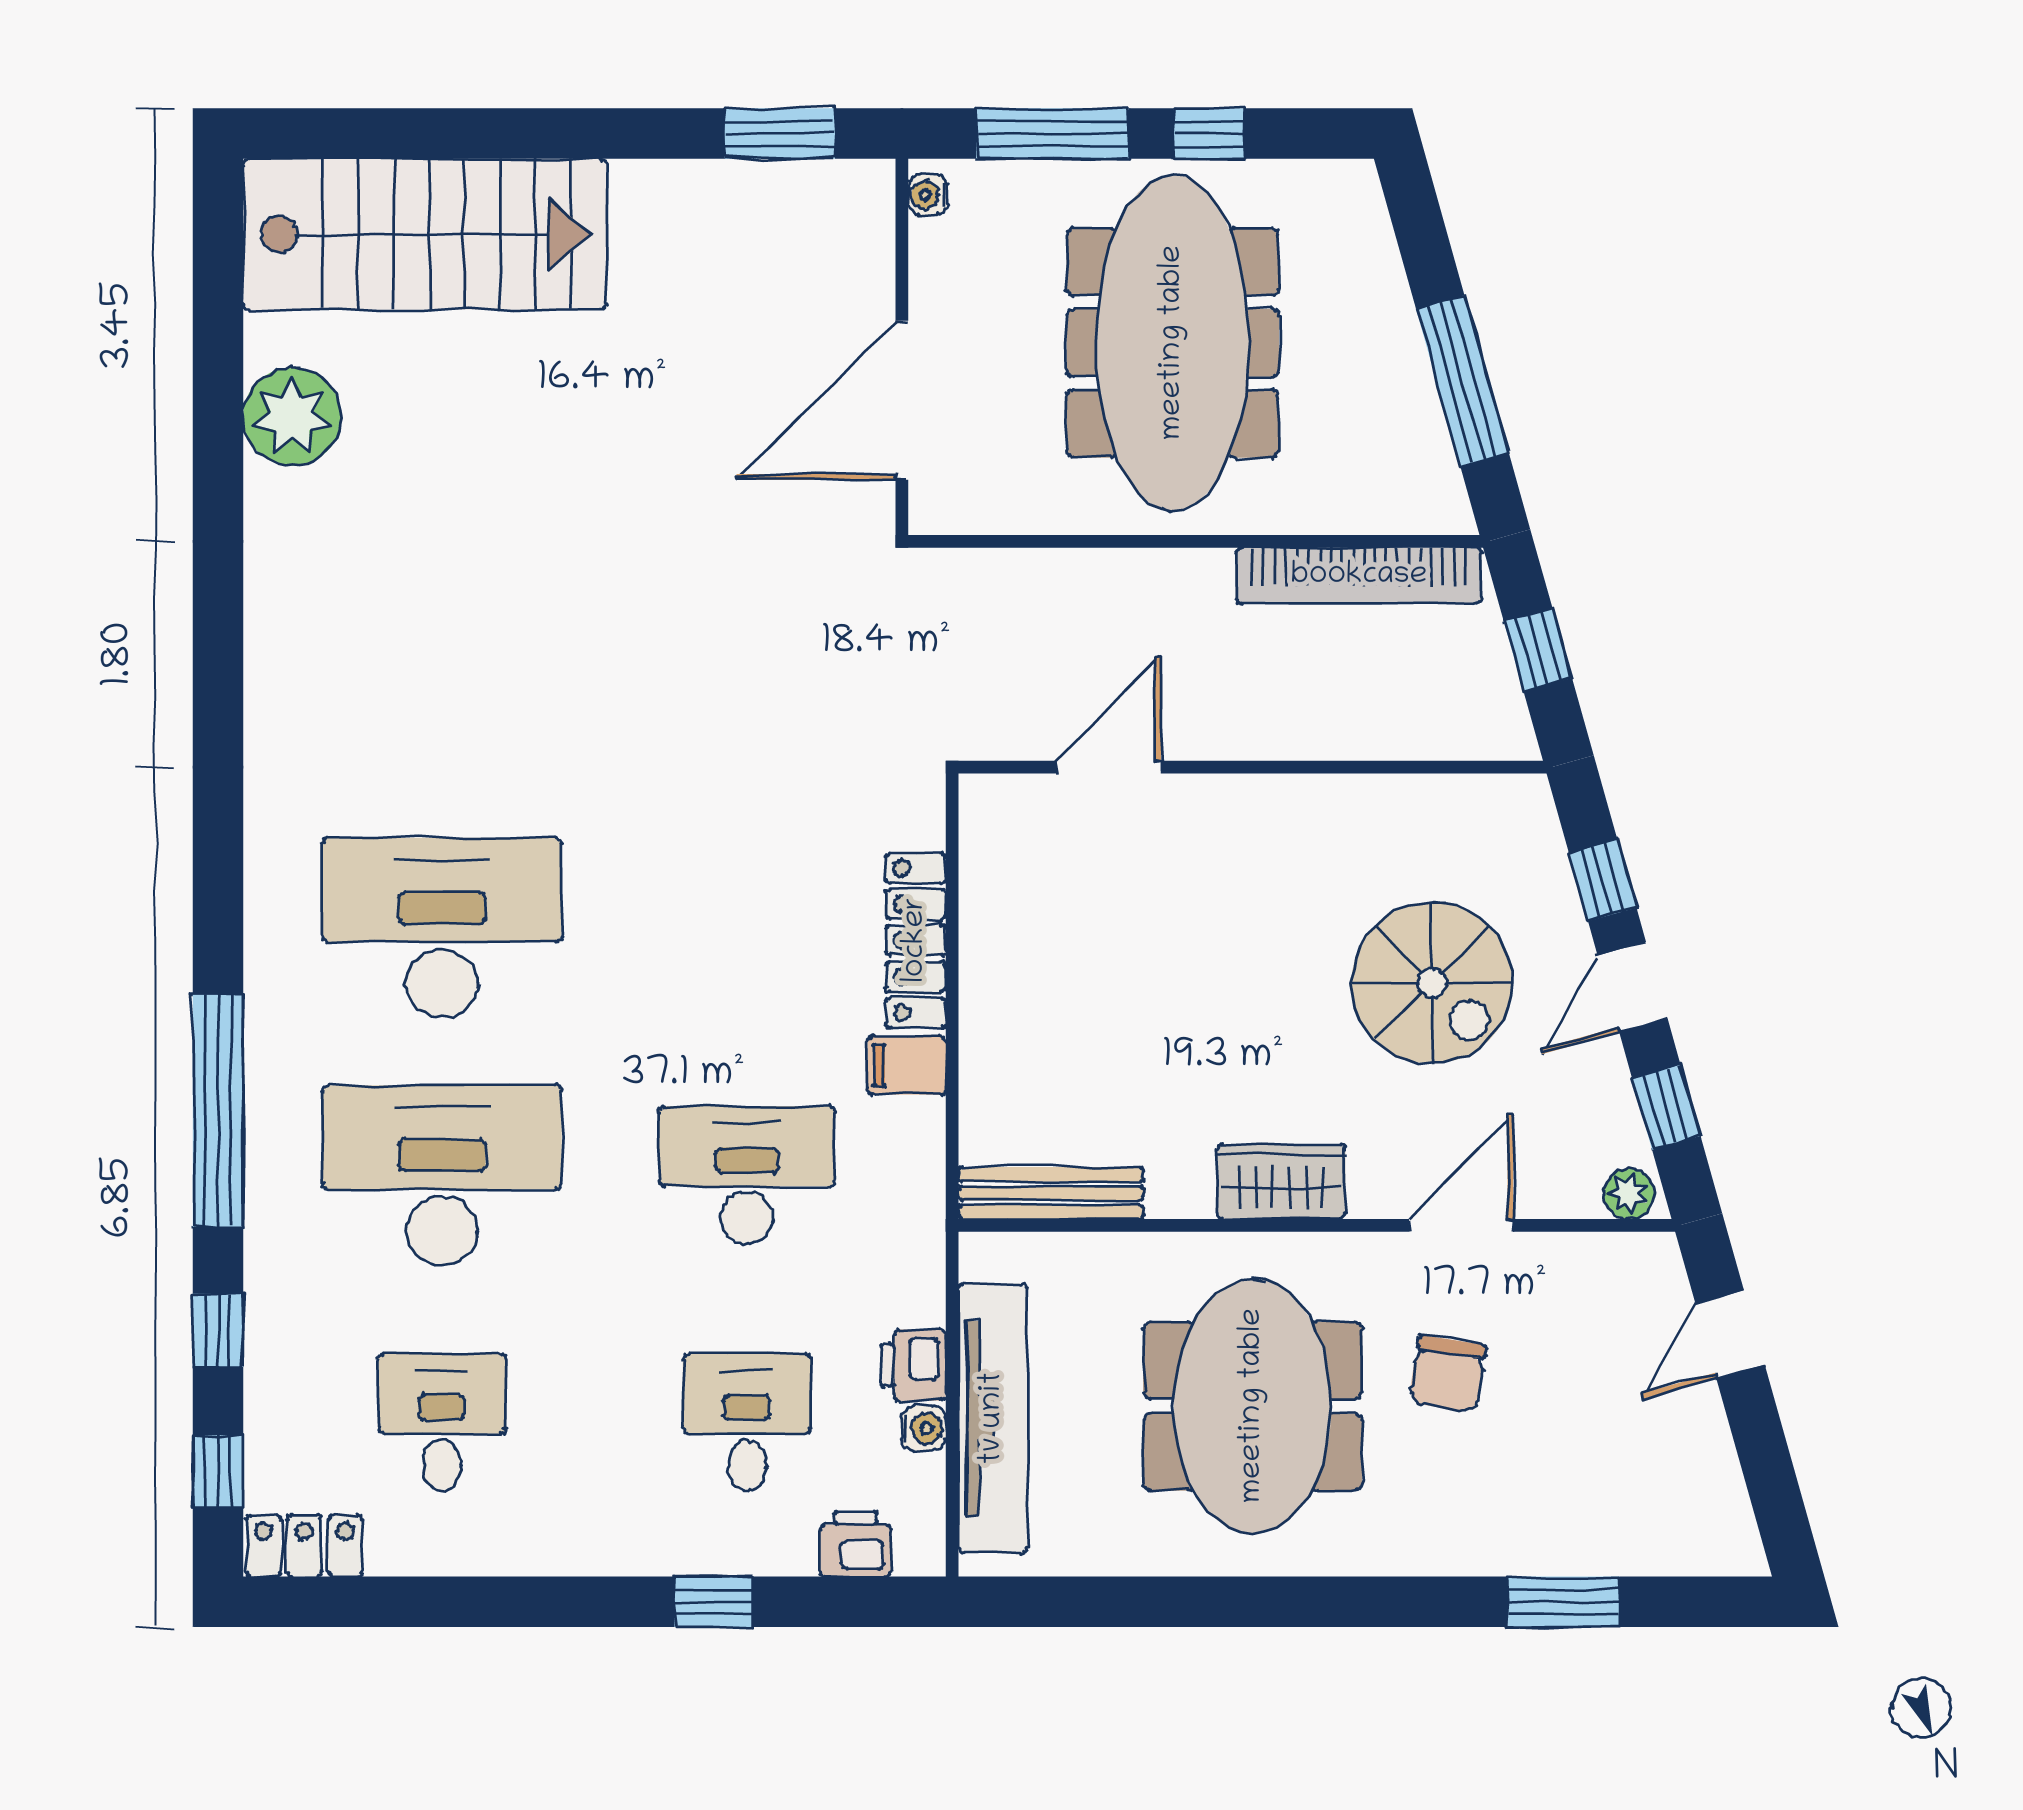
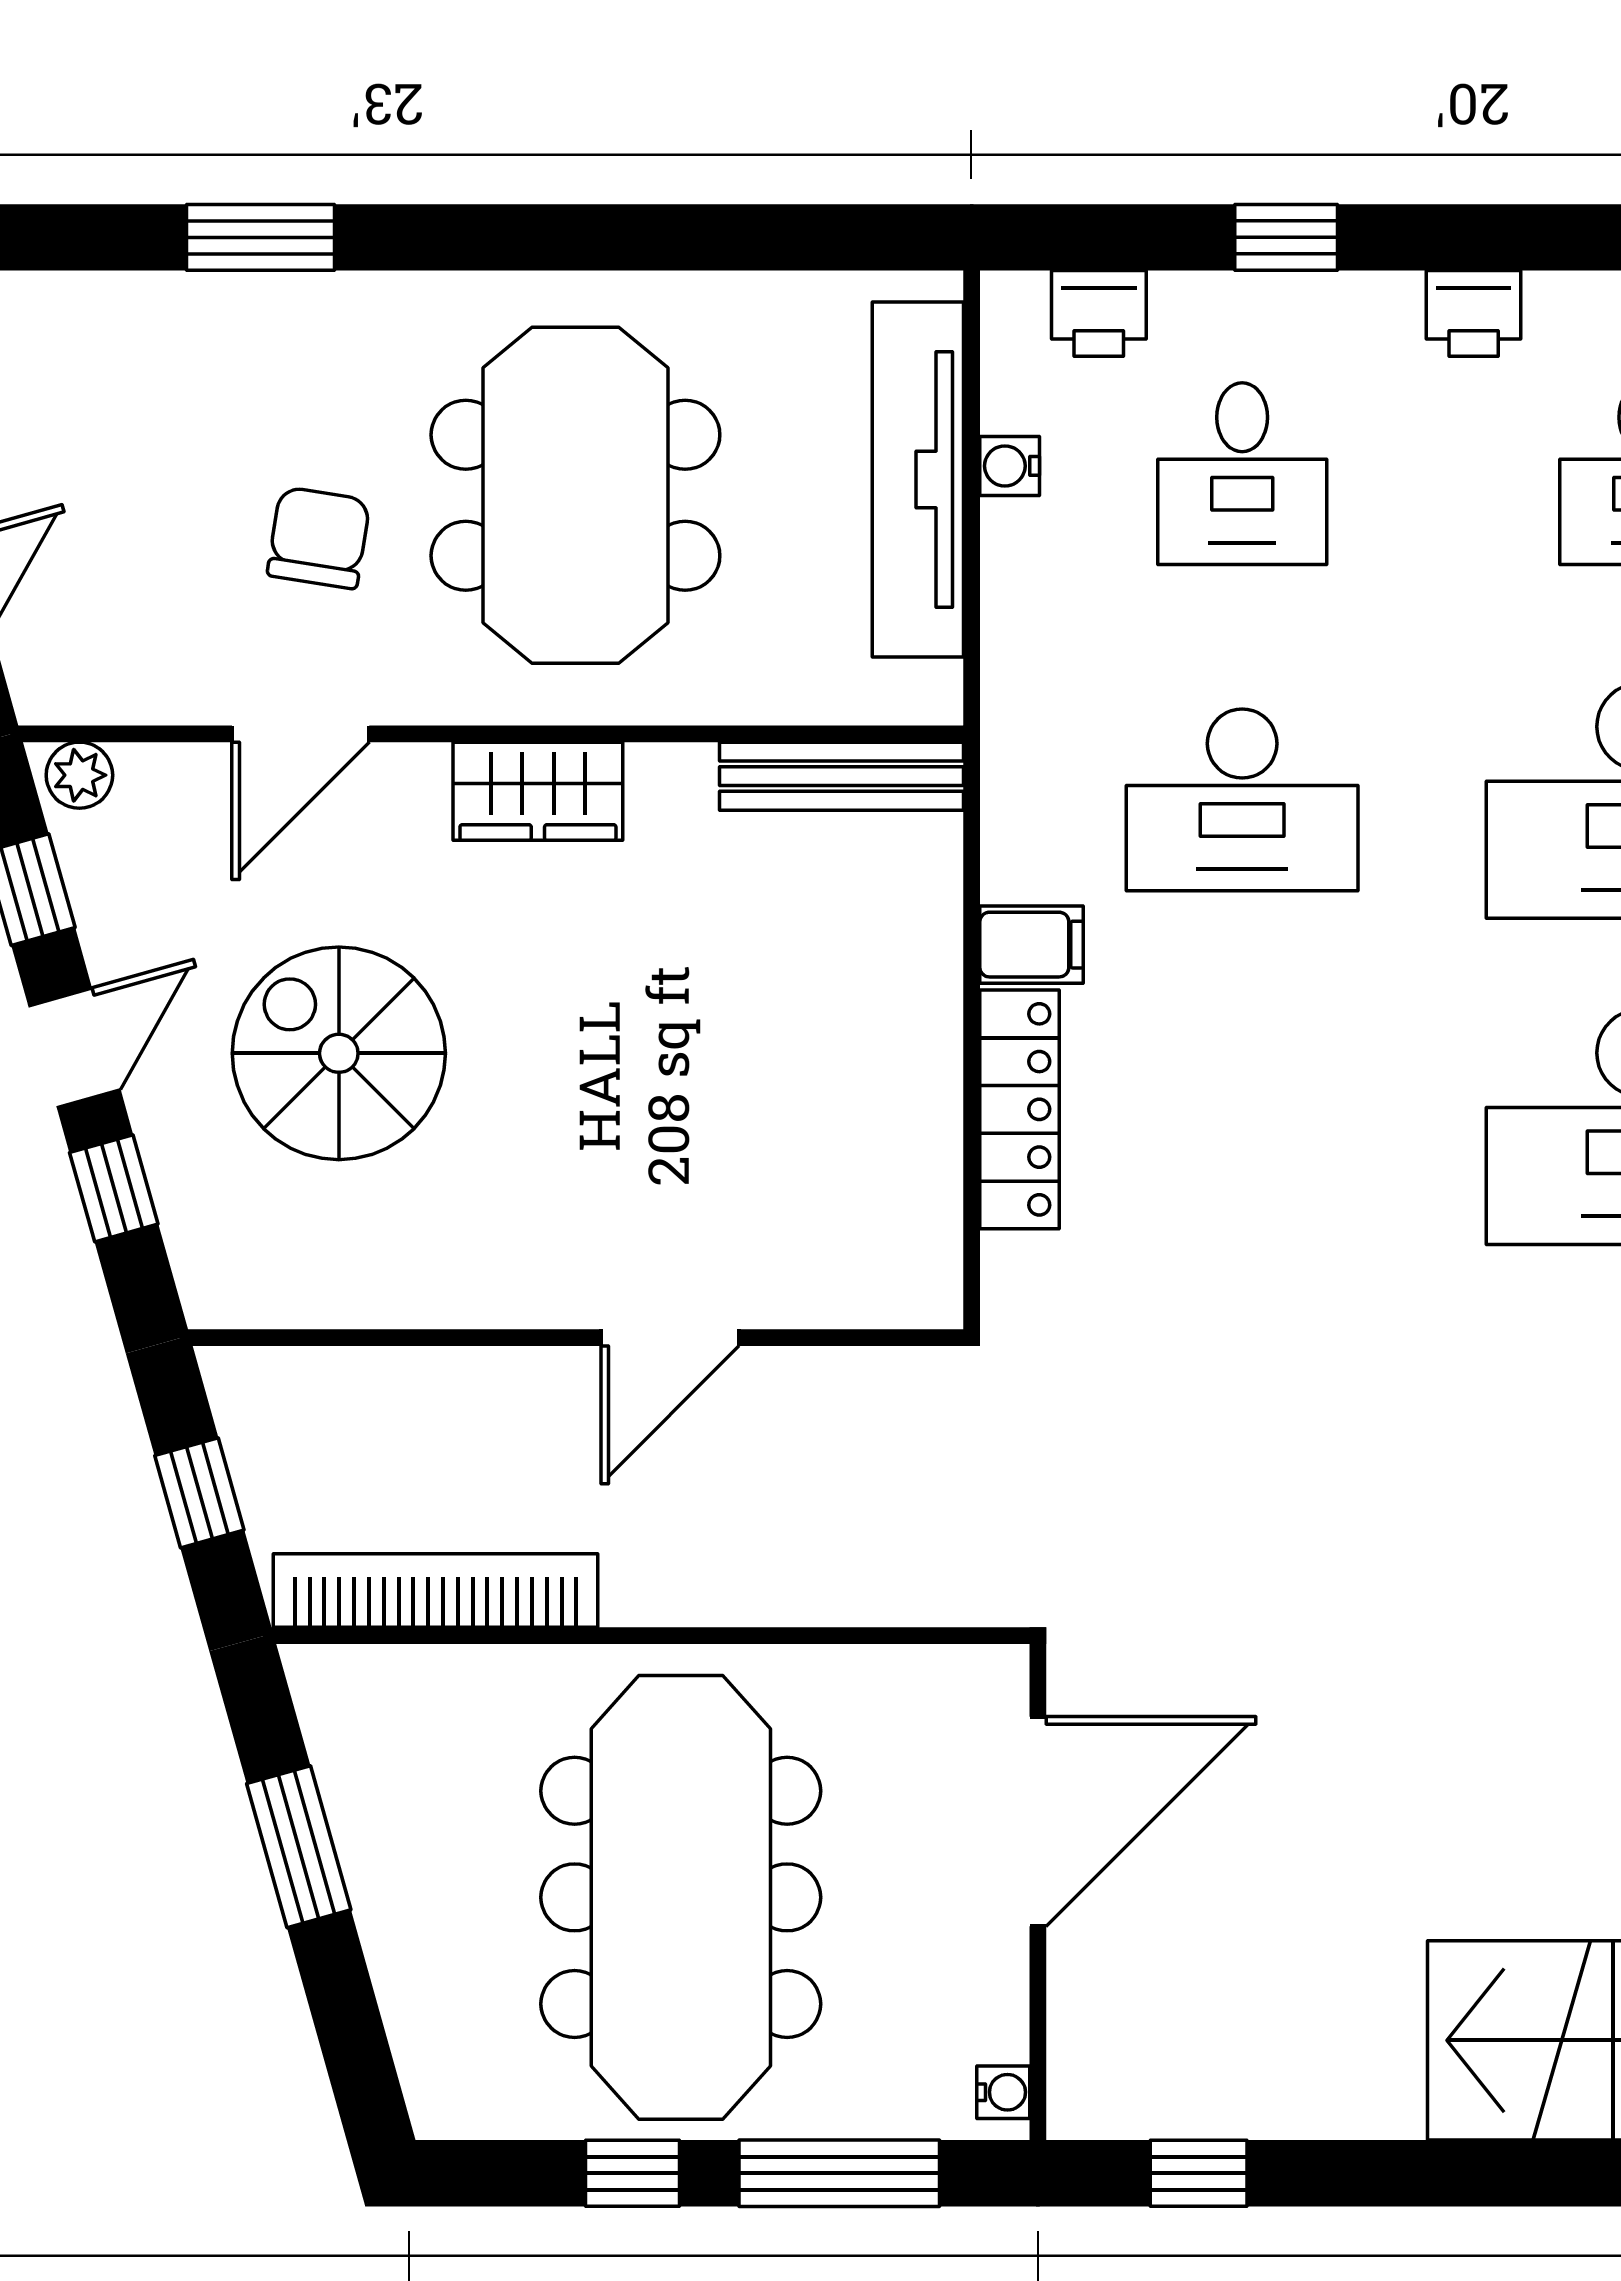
window: (780, 133) -> (1199, 2173), width x0.67
window: (1463, 381) -> (299, 1847), width x0.69
door: (1108, 767) -> (670, 1338), moved
printer: (913, 1365) -> (1474, 313), moved, turned 90
window: (1564, 1602) -> (261, 237), moved

